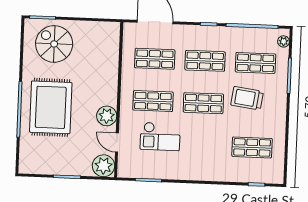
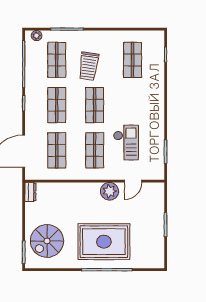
dresser: (109, 28) -> (30, 192), added
plant: (104, 166) -> (154, 192), removed

